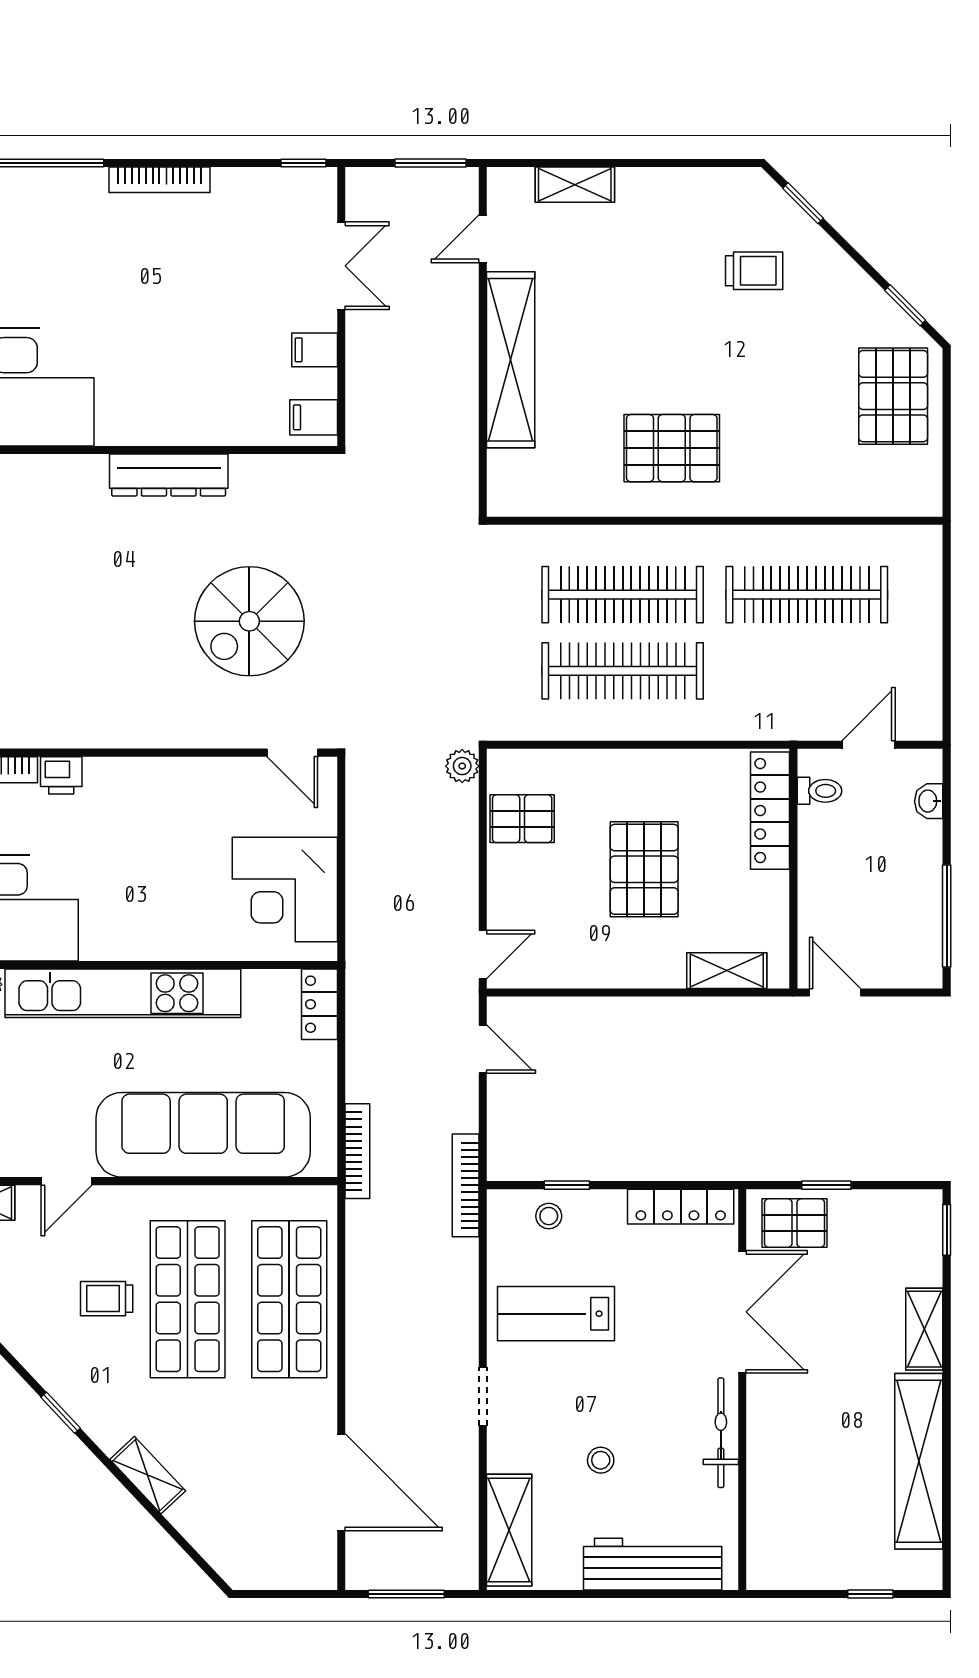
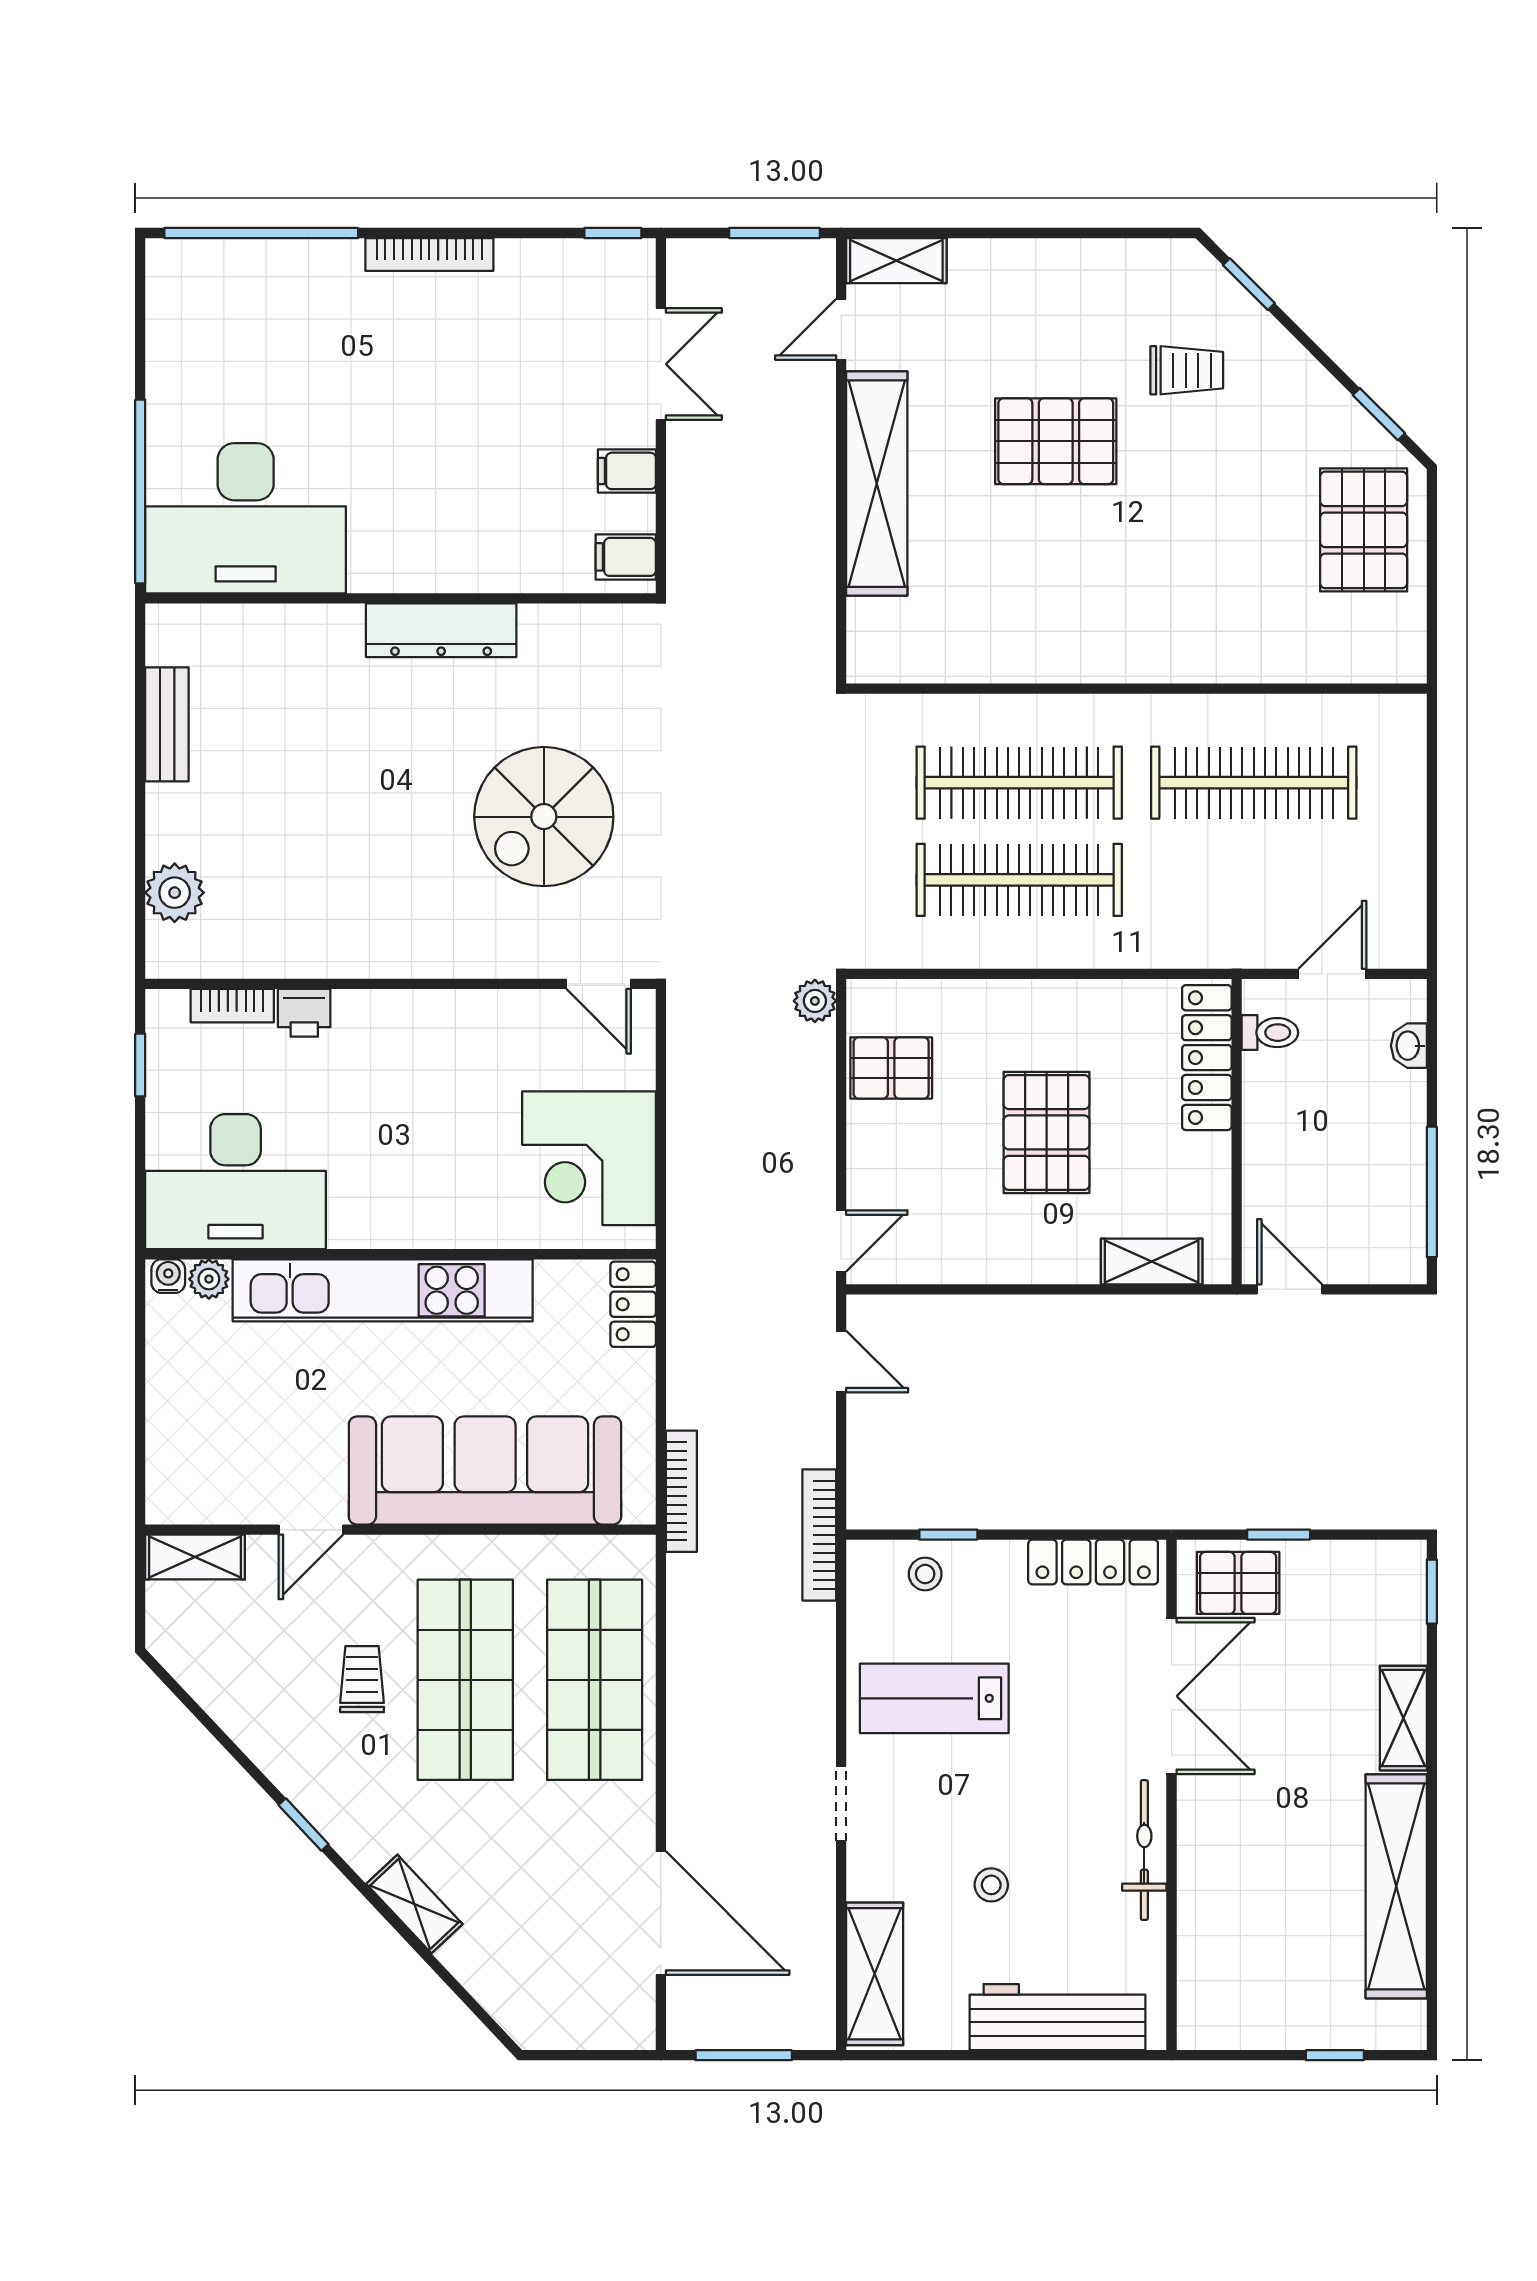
shelving: (575, 185) -> (896, 261), moved
pallet: (672, 448) -> (1056, 441), moved
trolley: (107, 1299) -> (362, 1679), turned 90

